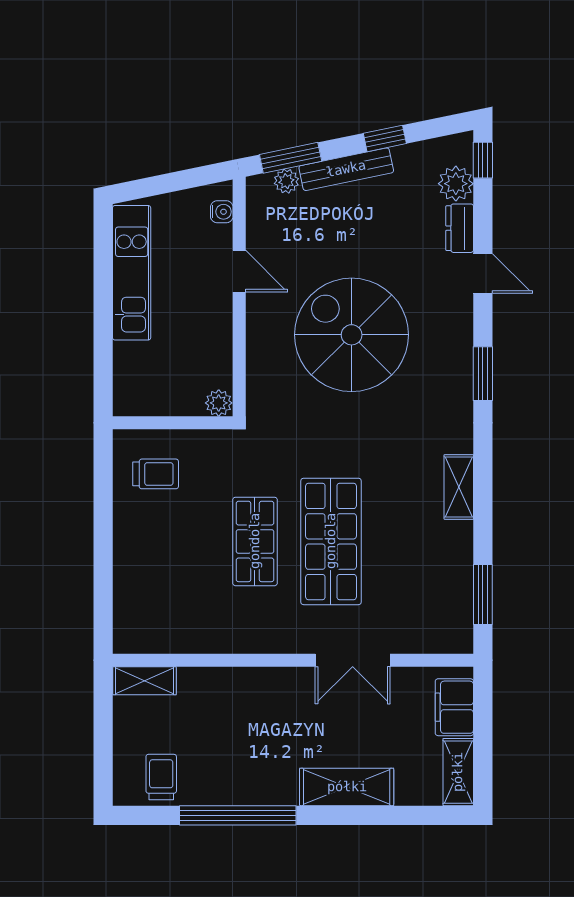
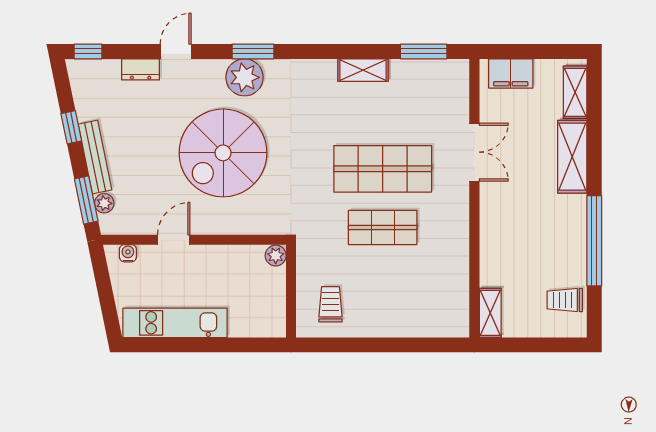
plant: (456, 184) -> (245, 77), moved, width x1.36, depth x1.36
shelving: (459, 487) -> (363, 70), moved
shelving: (458, 772) -> (575, 92), moved, turned 90

